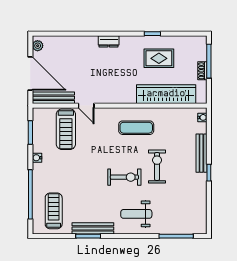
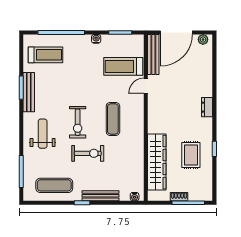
exercise mat: (136, 128) -> (113, 119), moved
exercise mat: (191, 202) -> (54, 185), added

